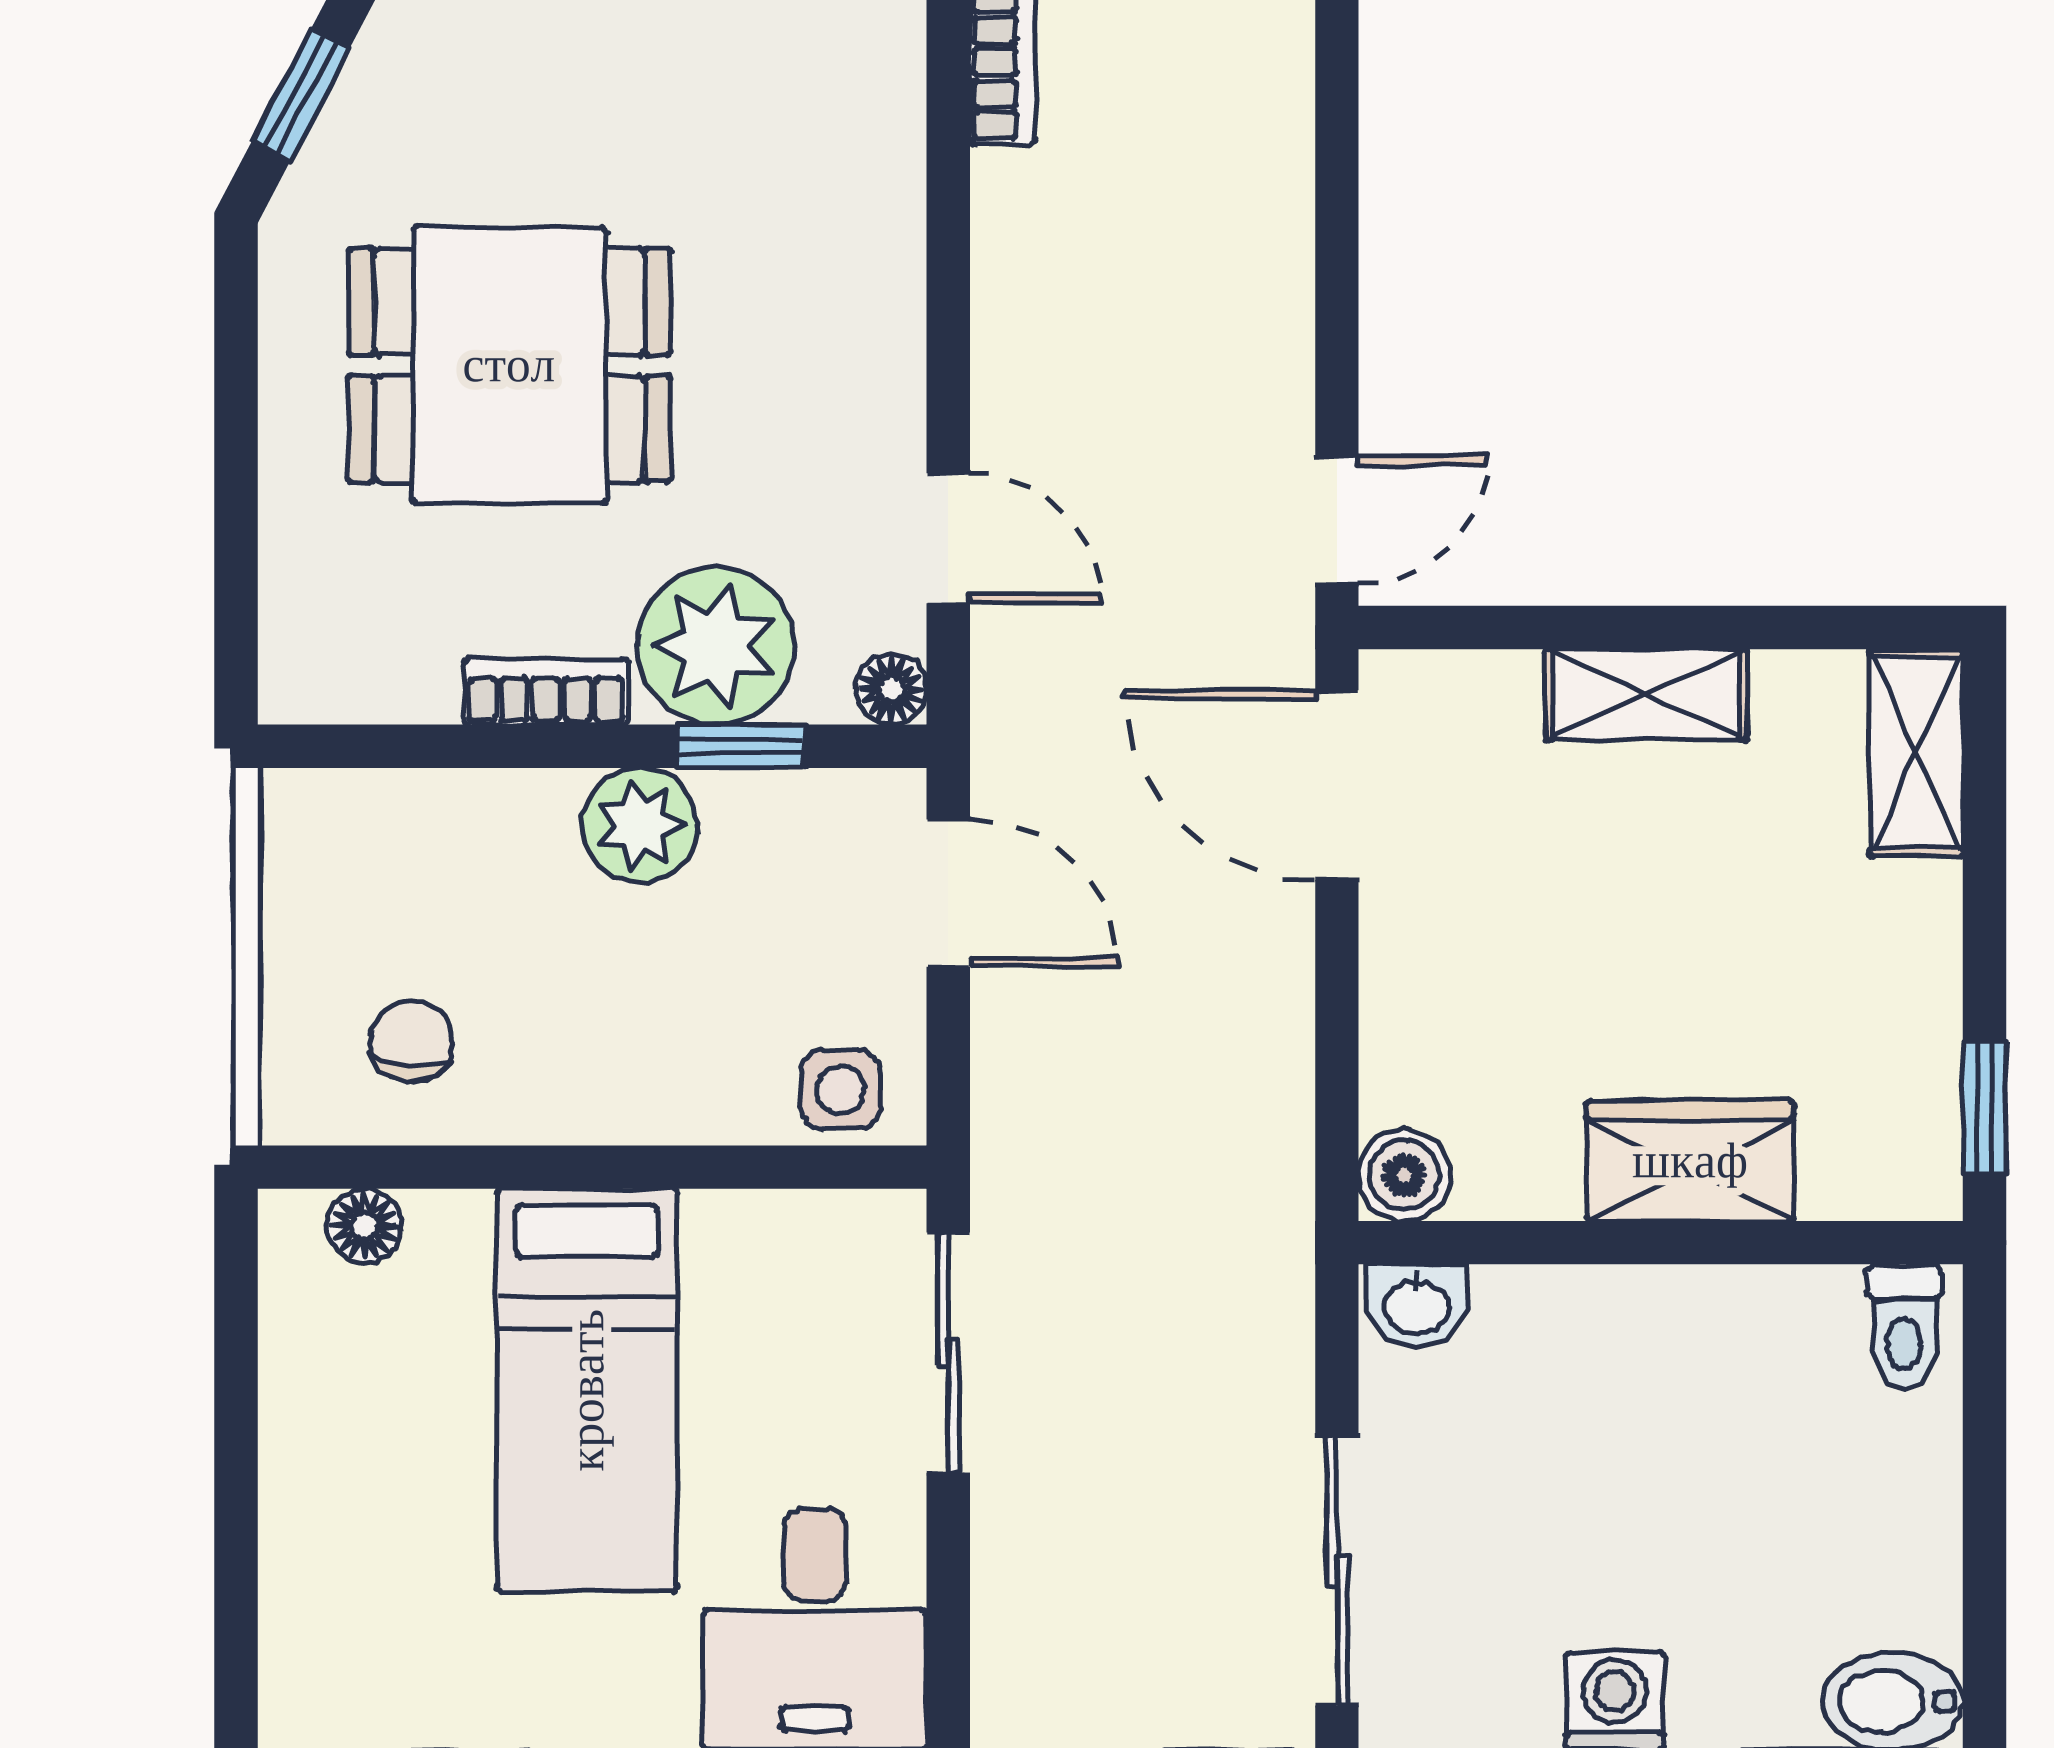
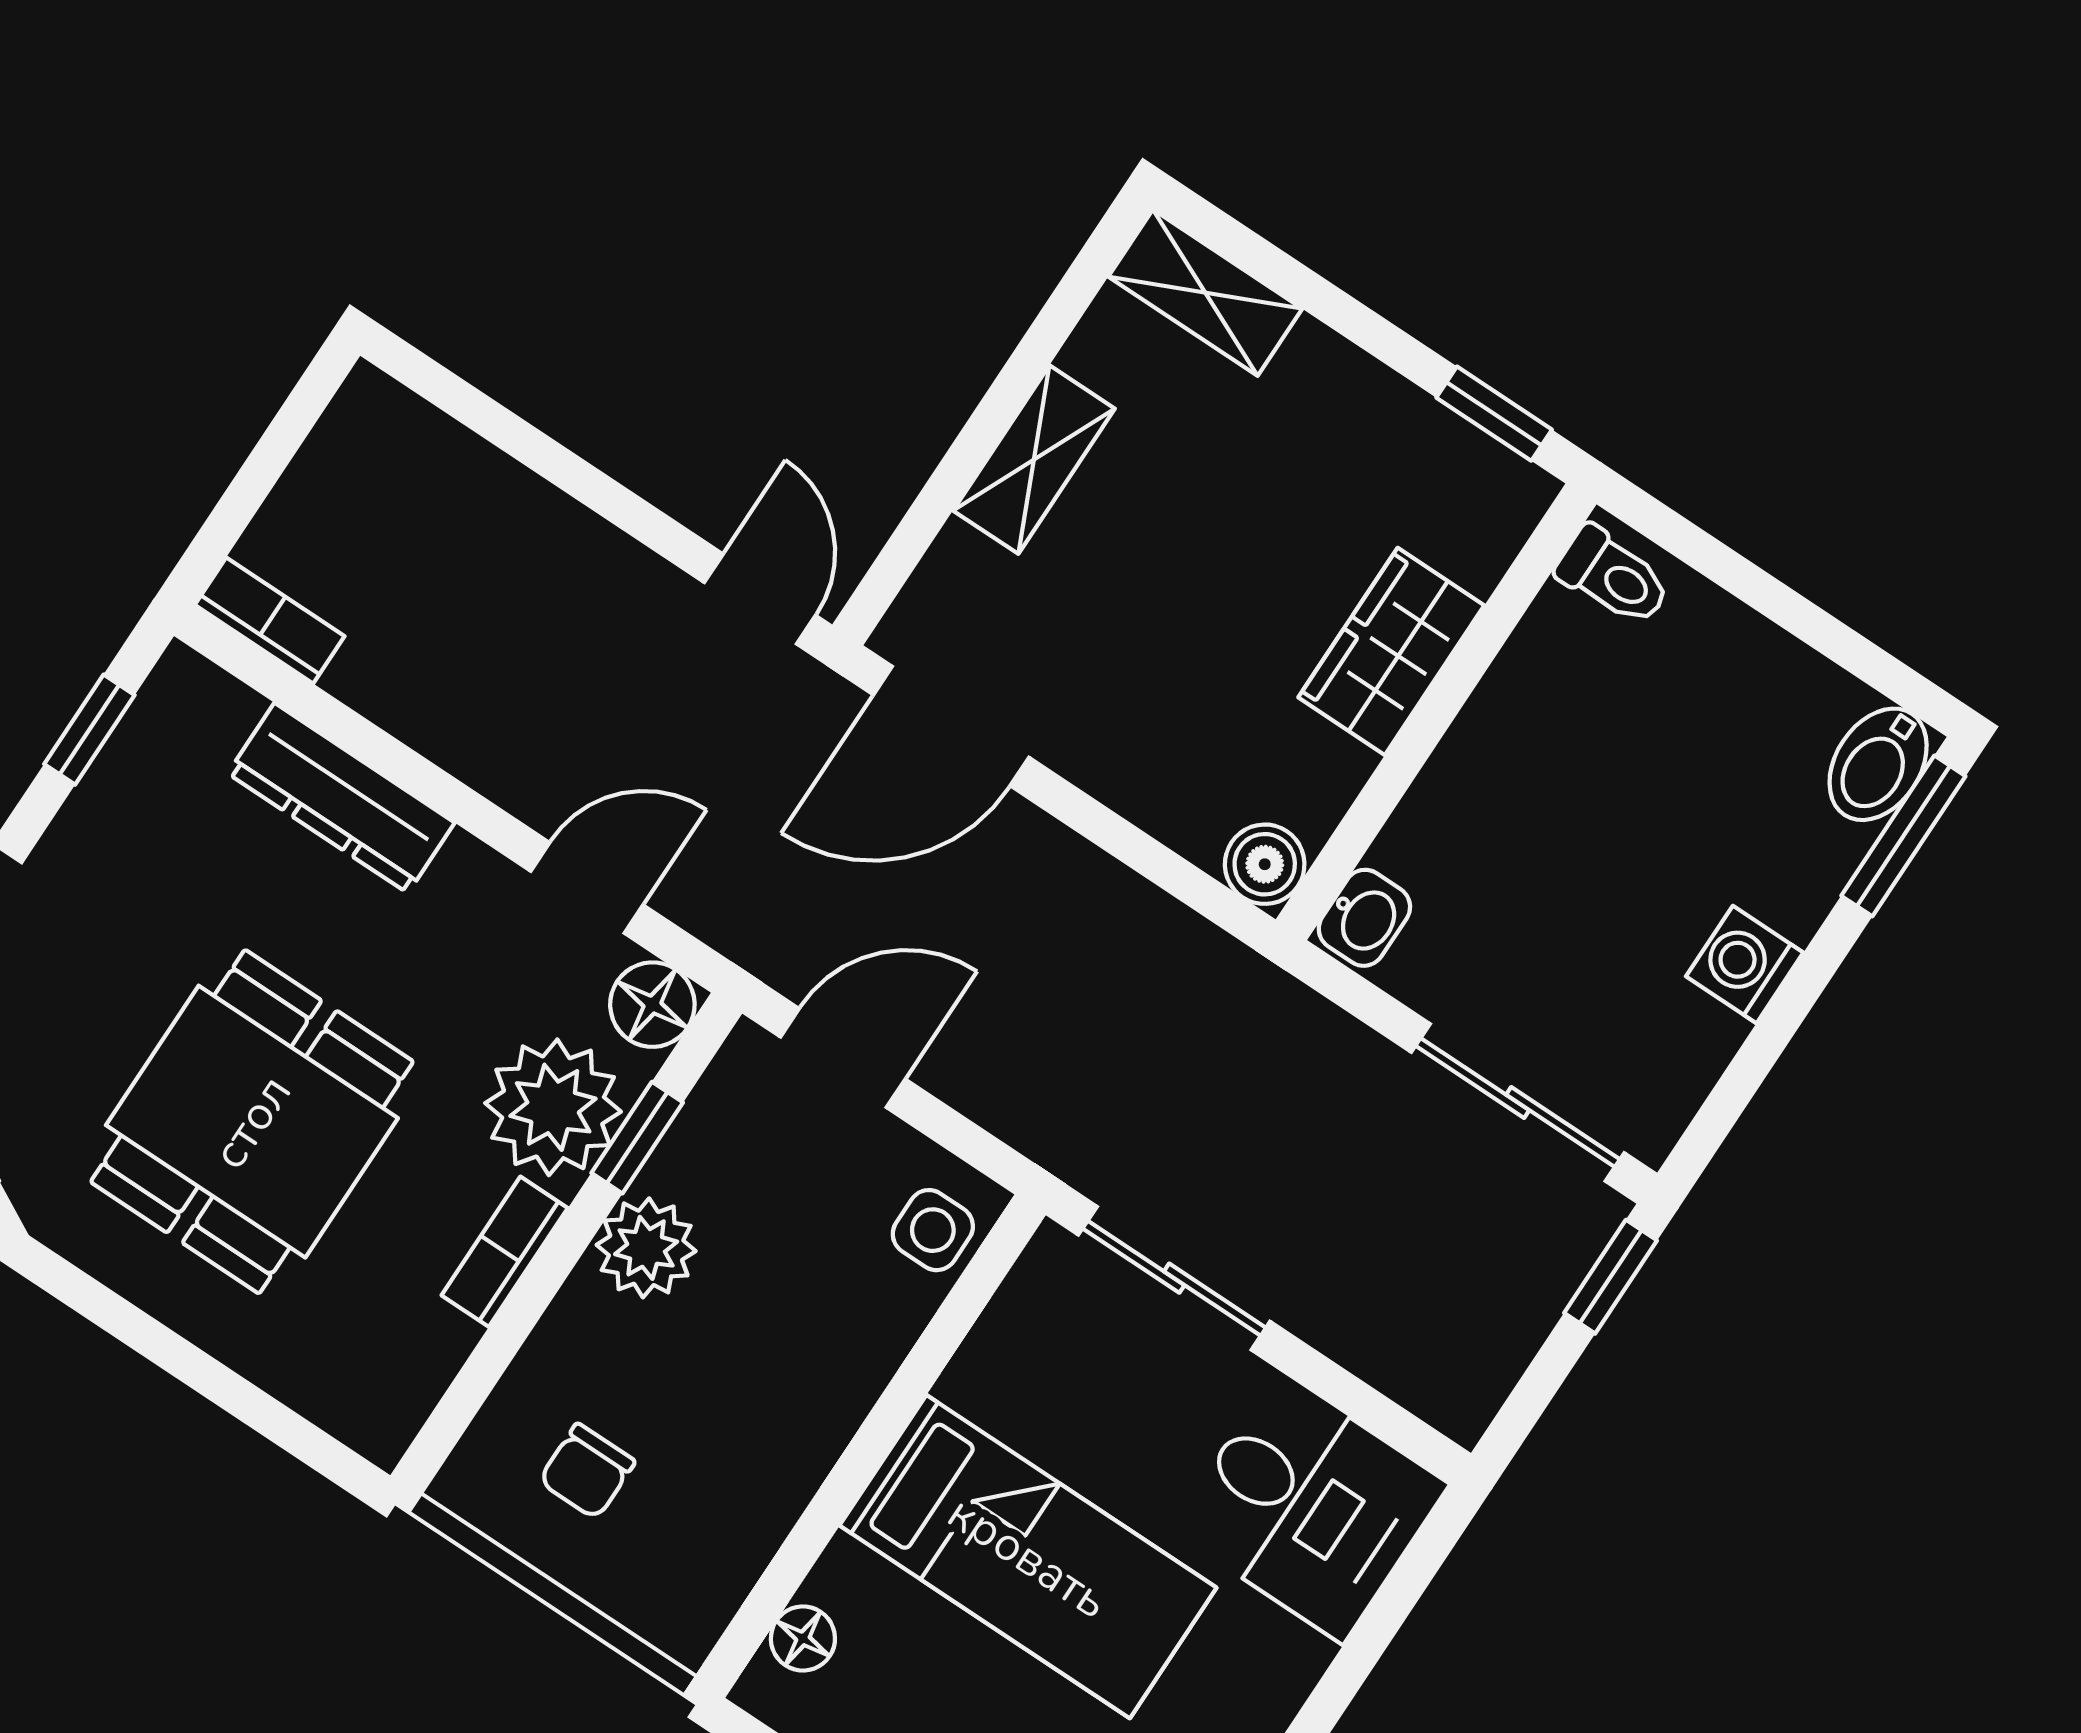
dresser: (878, 244) -> (341, 798), added
floor lamp: (891, 689) -> (652, 1005), width x1.37, depth x1.37
chair: (412, 1041) -> (587, 1471), moved, turned -96

